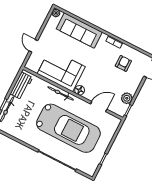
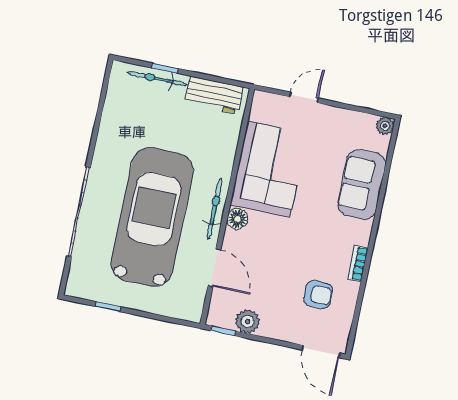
sofa: (79, 30) -> (362, 184), width x0.73
bicycle: (61, 93) -> (215, 208), moved
car: (68, 128) -> (152, 217), turned 180

